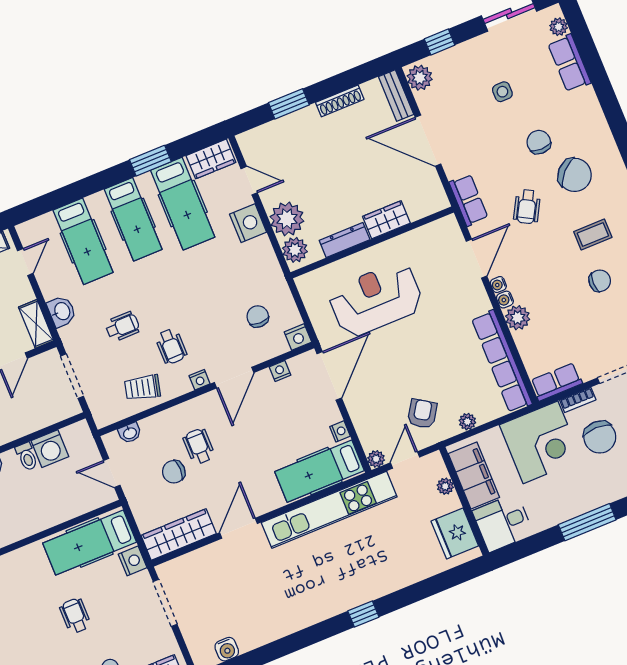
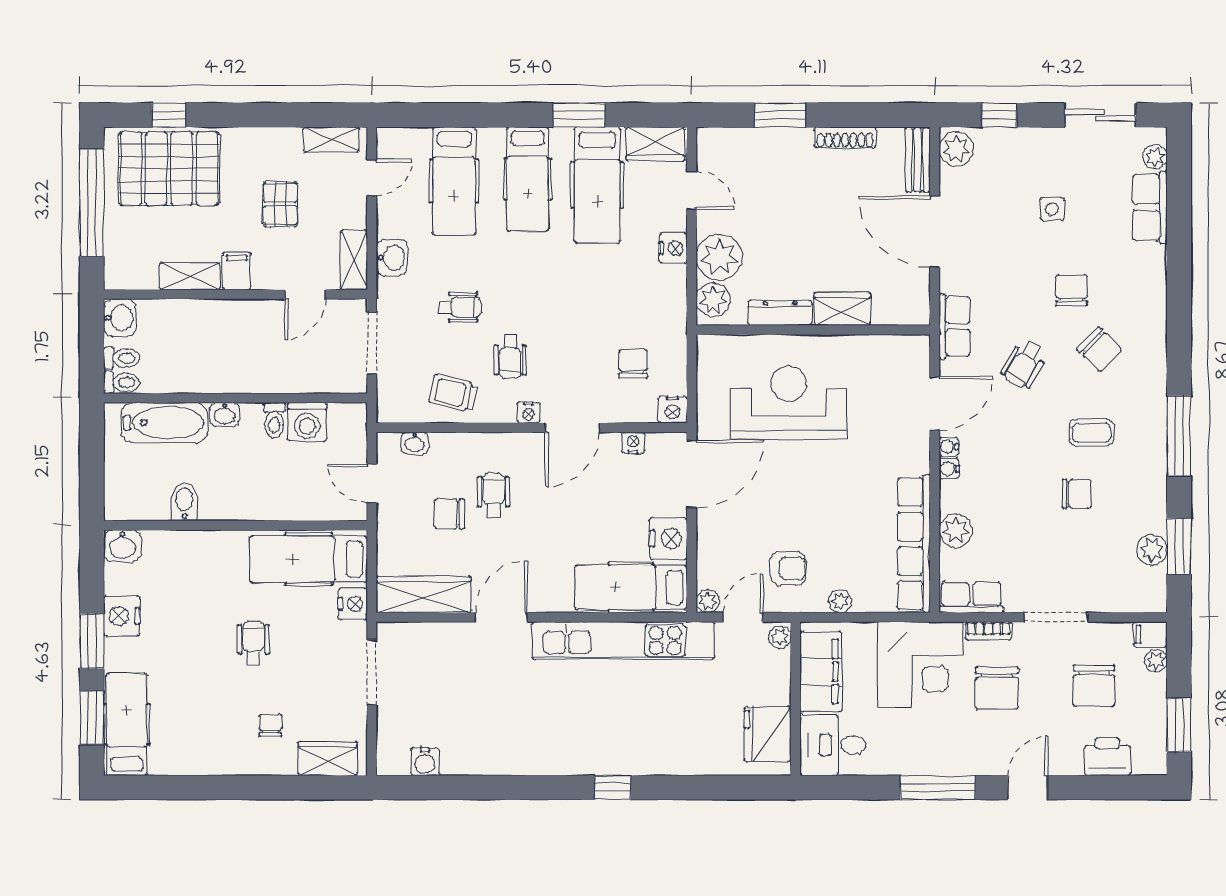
chair: (575, 175) -> (1099, 349), width x0.73, depth x0.73
nightstand: (248, 223) -> (673, 248), width x0.74, depth x0.75
plant: (518, 318) -> (956, 530), moved
armchair: (422, 414) -> (788, 568), turned 57
nightstand: (340, 431) -> (668, 539), width x1.89, depth x1.79
plant: (445, 486) -> (780, 637), moved

